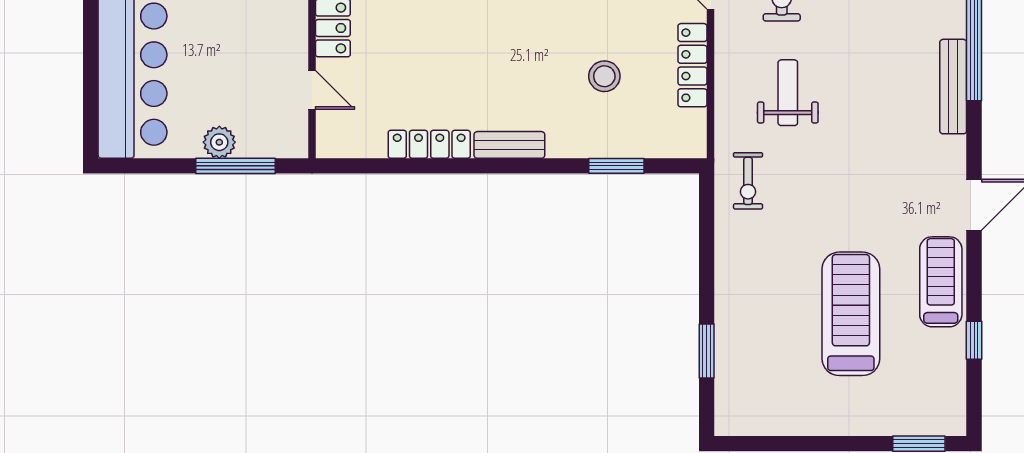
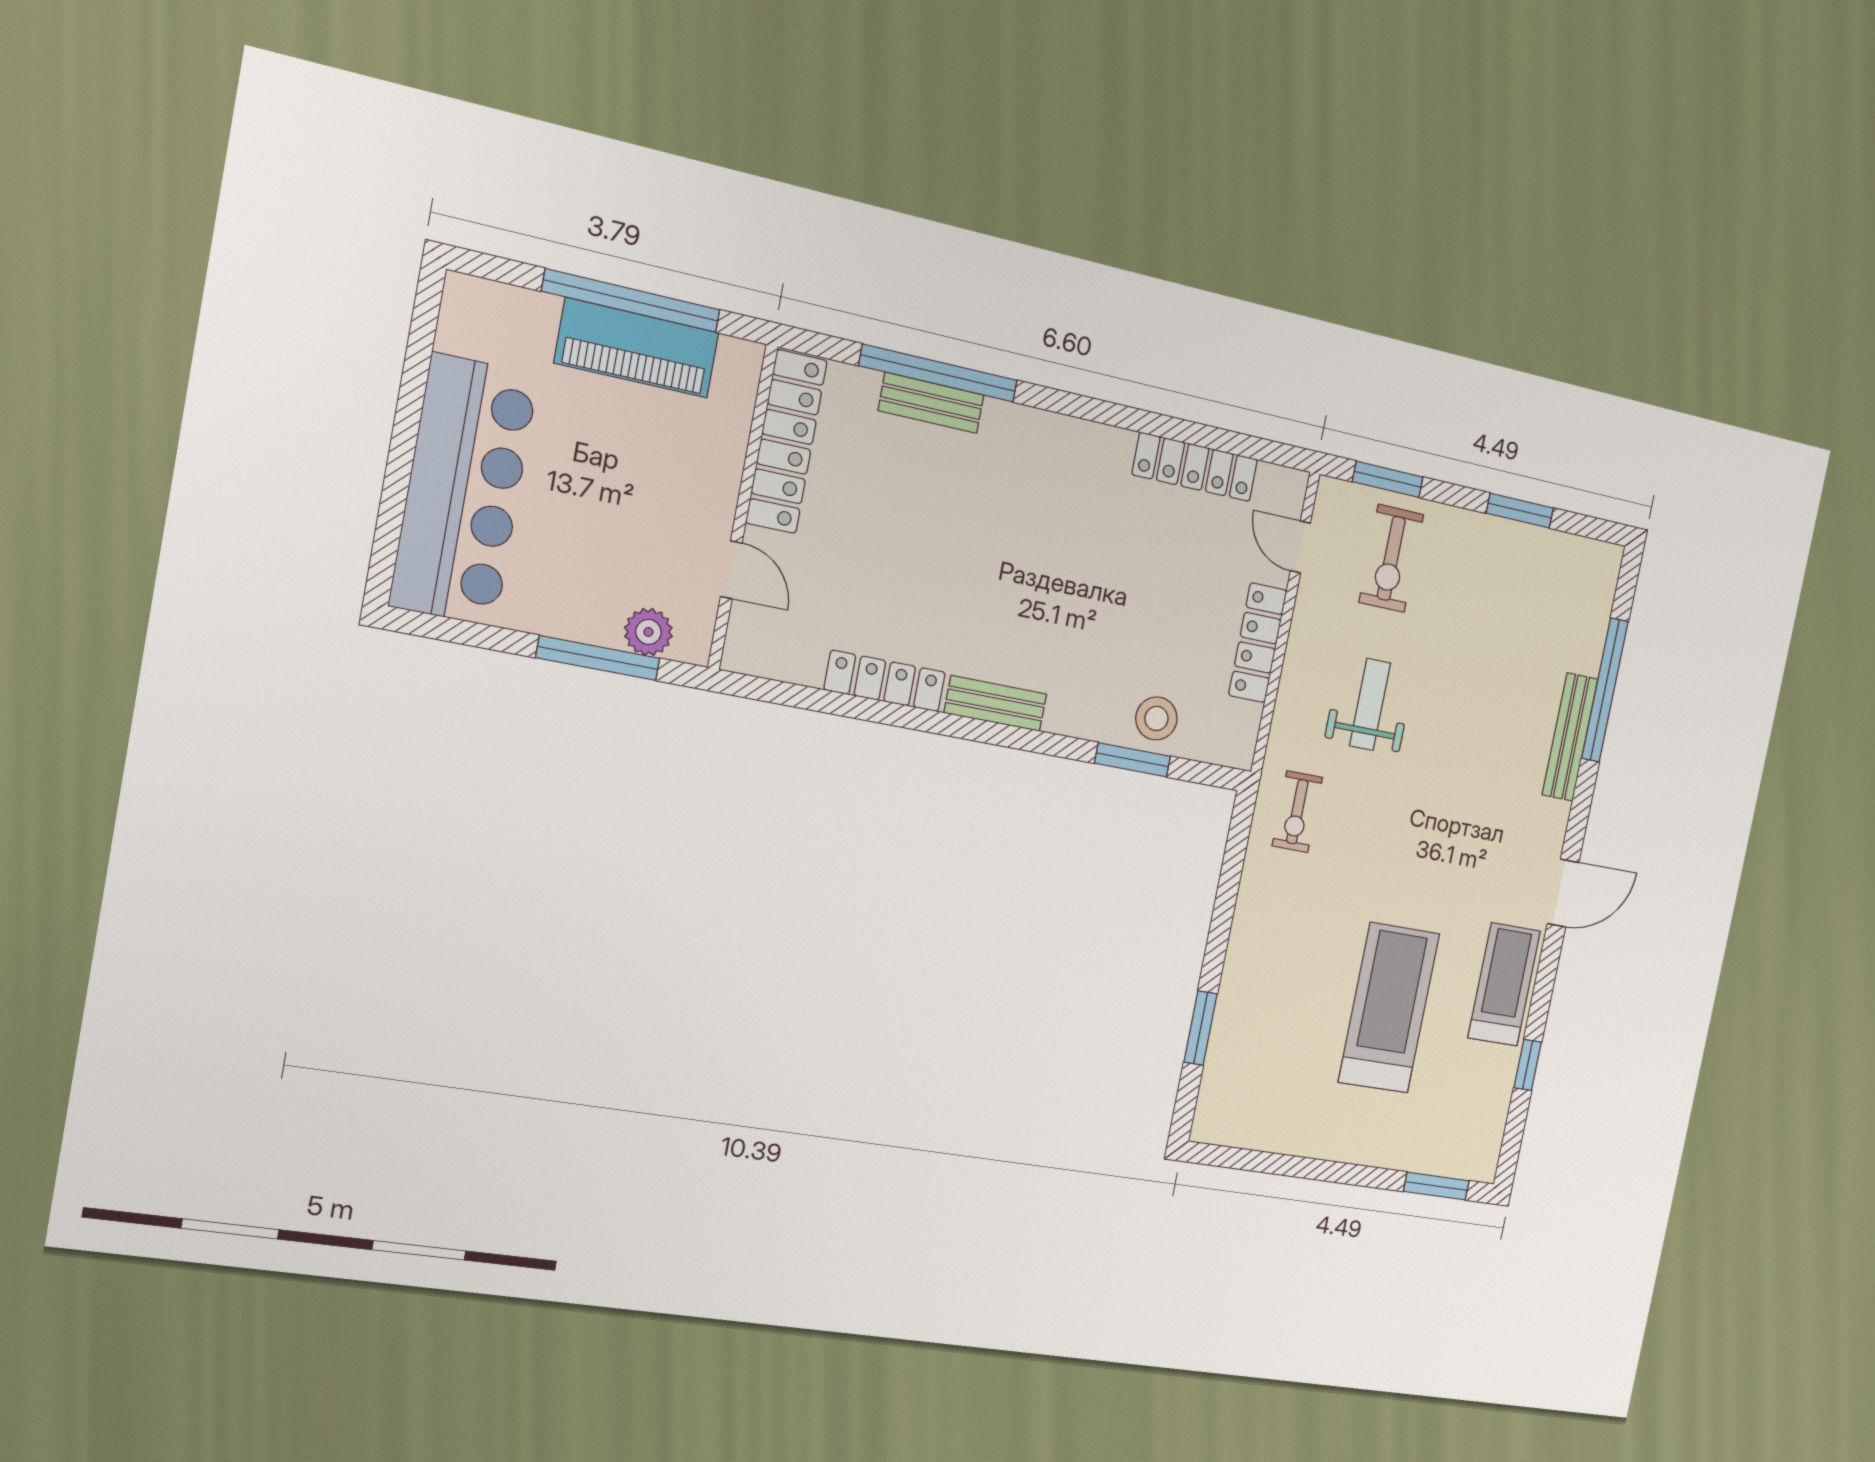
stool: (604, 76) -> (1156, 718), moved
plant: (219, 142) -> (648, 632), moved

